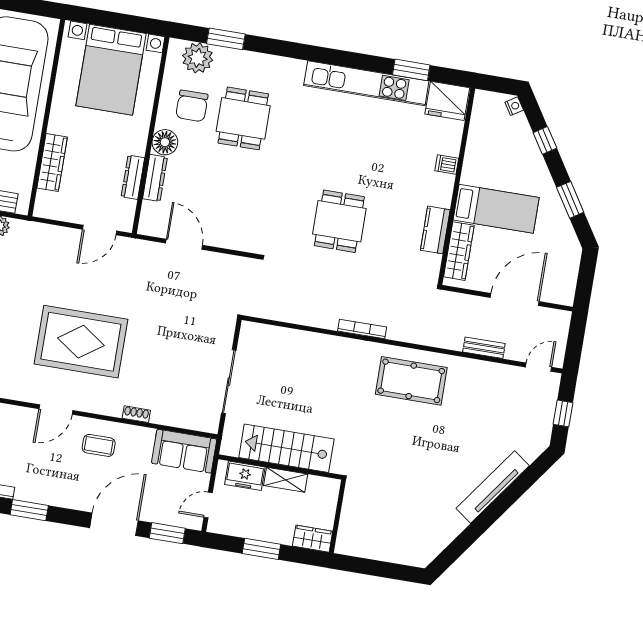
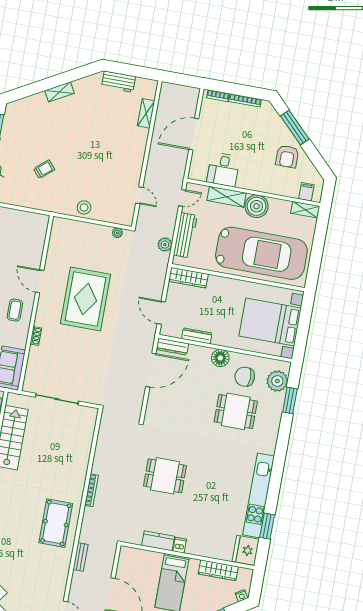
wardrobe: (52, 162) -> (188, 278), moved
dishwasher: (447, 165) -> (180, 545), moved
dresser: (155, 178) -> (172, 347), moved
door: (184, 244) -> (151, 370), width x1.36
wardrobe: (459, 251) -> (218, 570), moved
bench: (484, 348) -> (80, 557), moved

